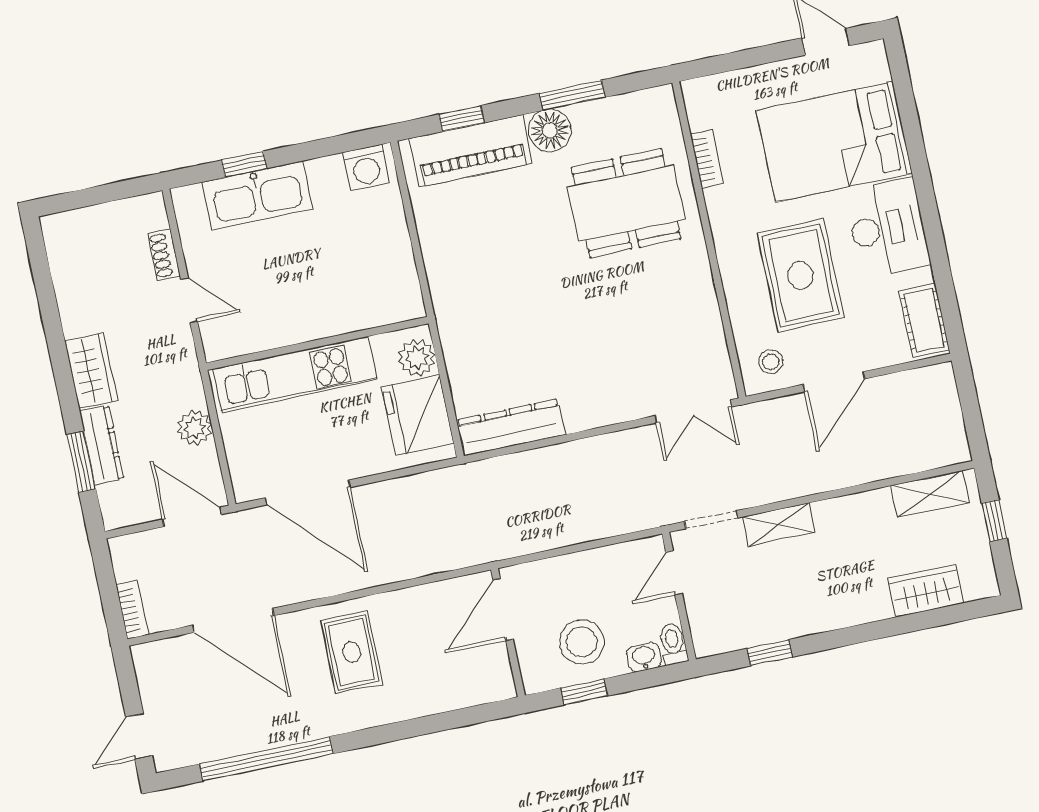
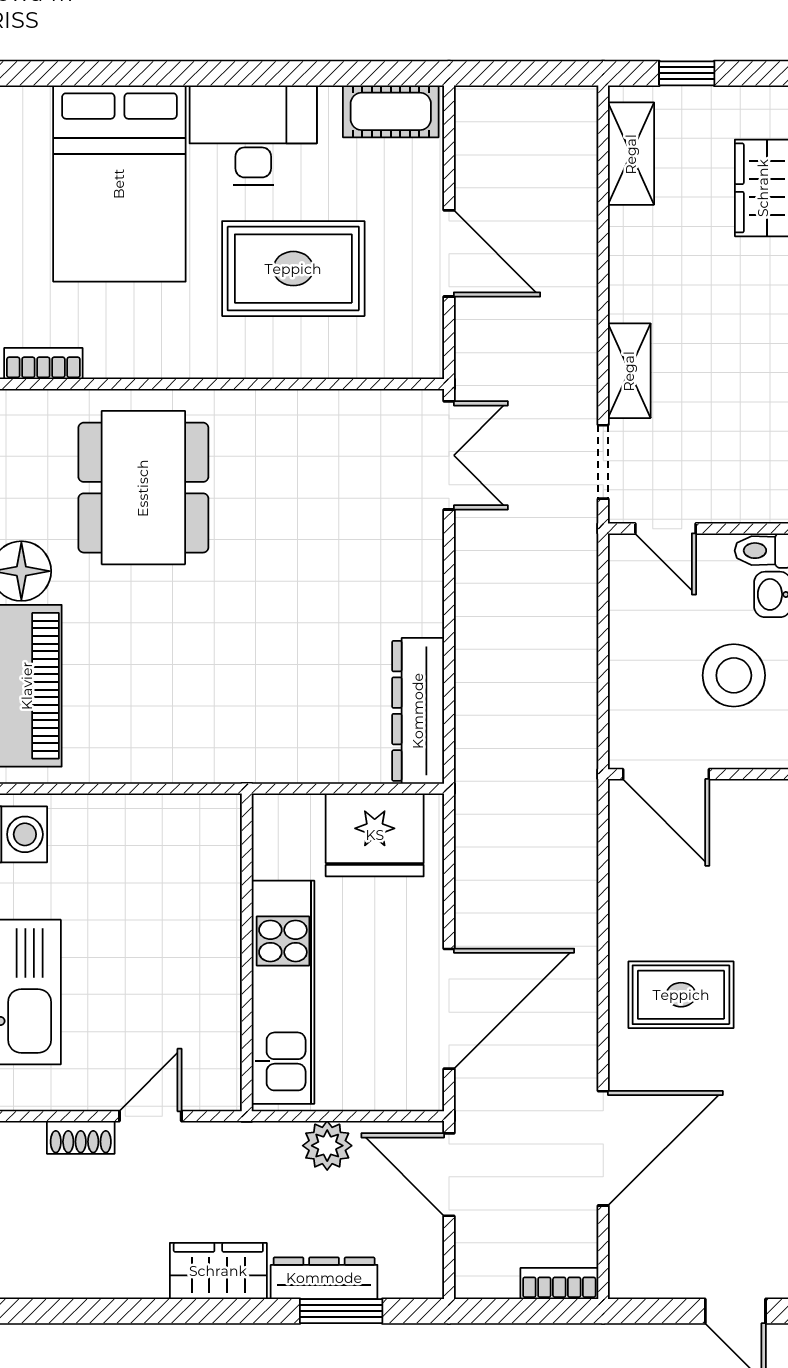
bookcase: (707, 159) -> (43, 364), moved
plant: (417, 358) -> (295, 820), removed
stool: (771, 362) -> (403, 334), removed
door: (192, 517) -> (449, 1175), hinge flipped

